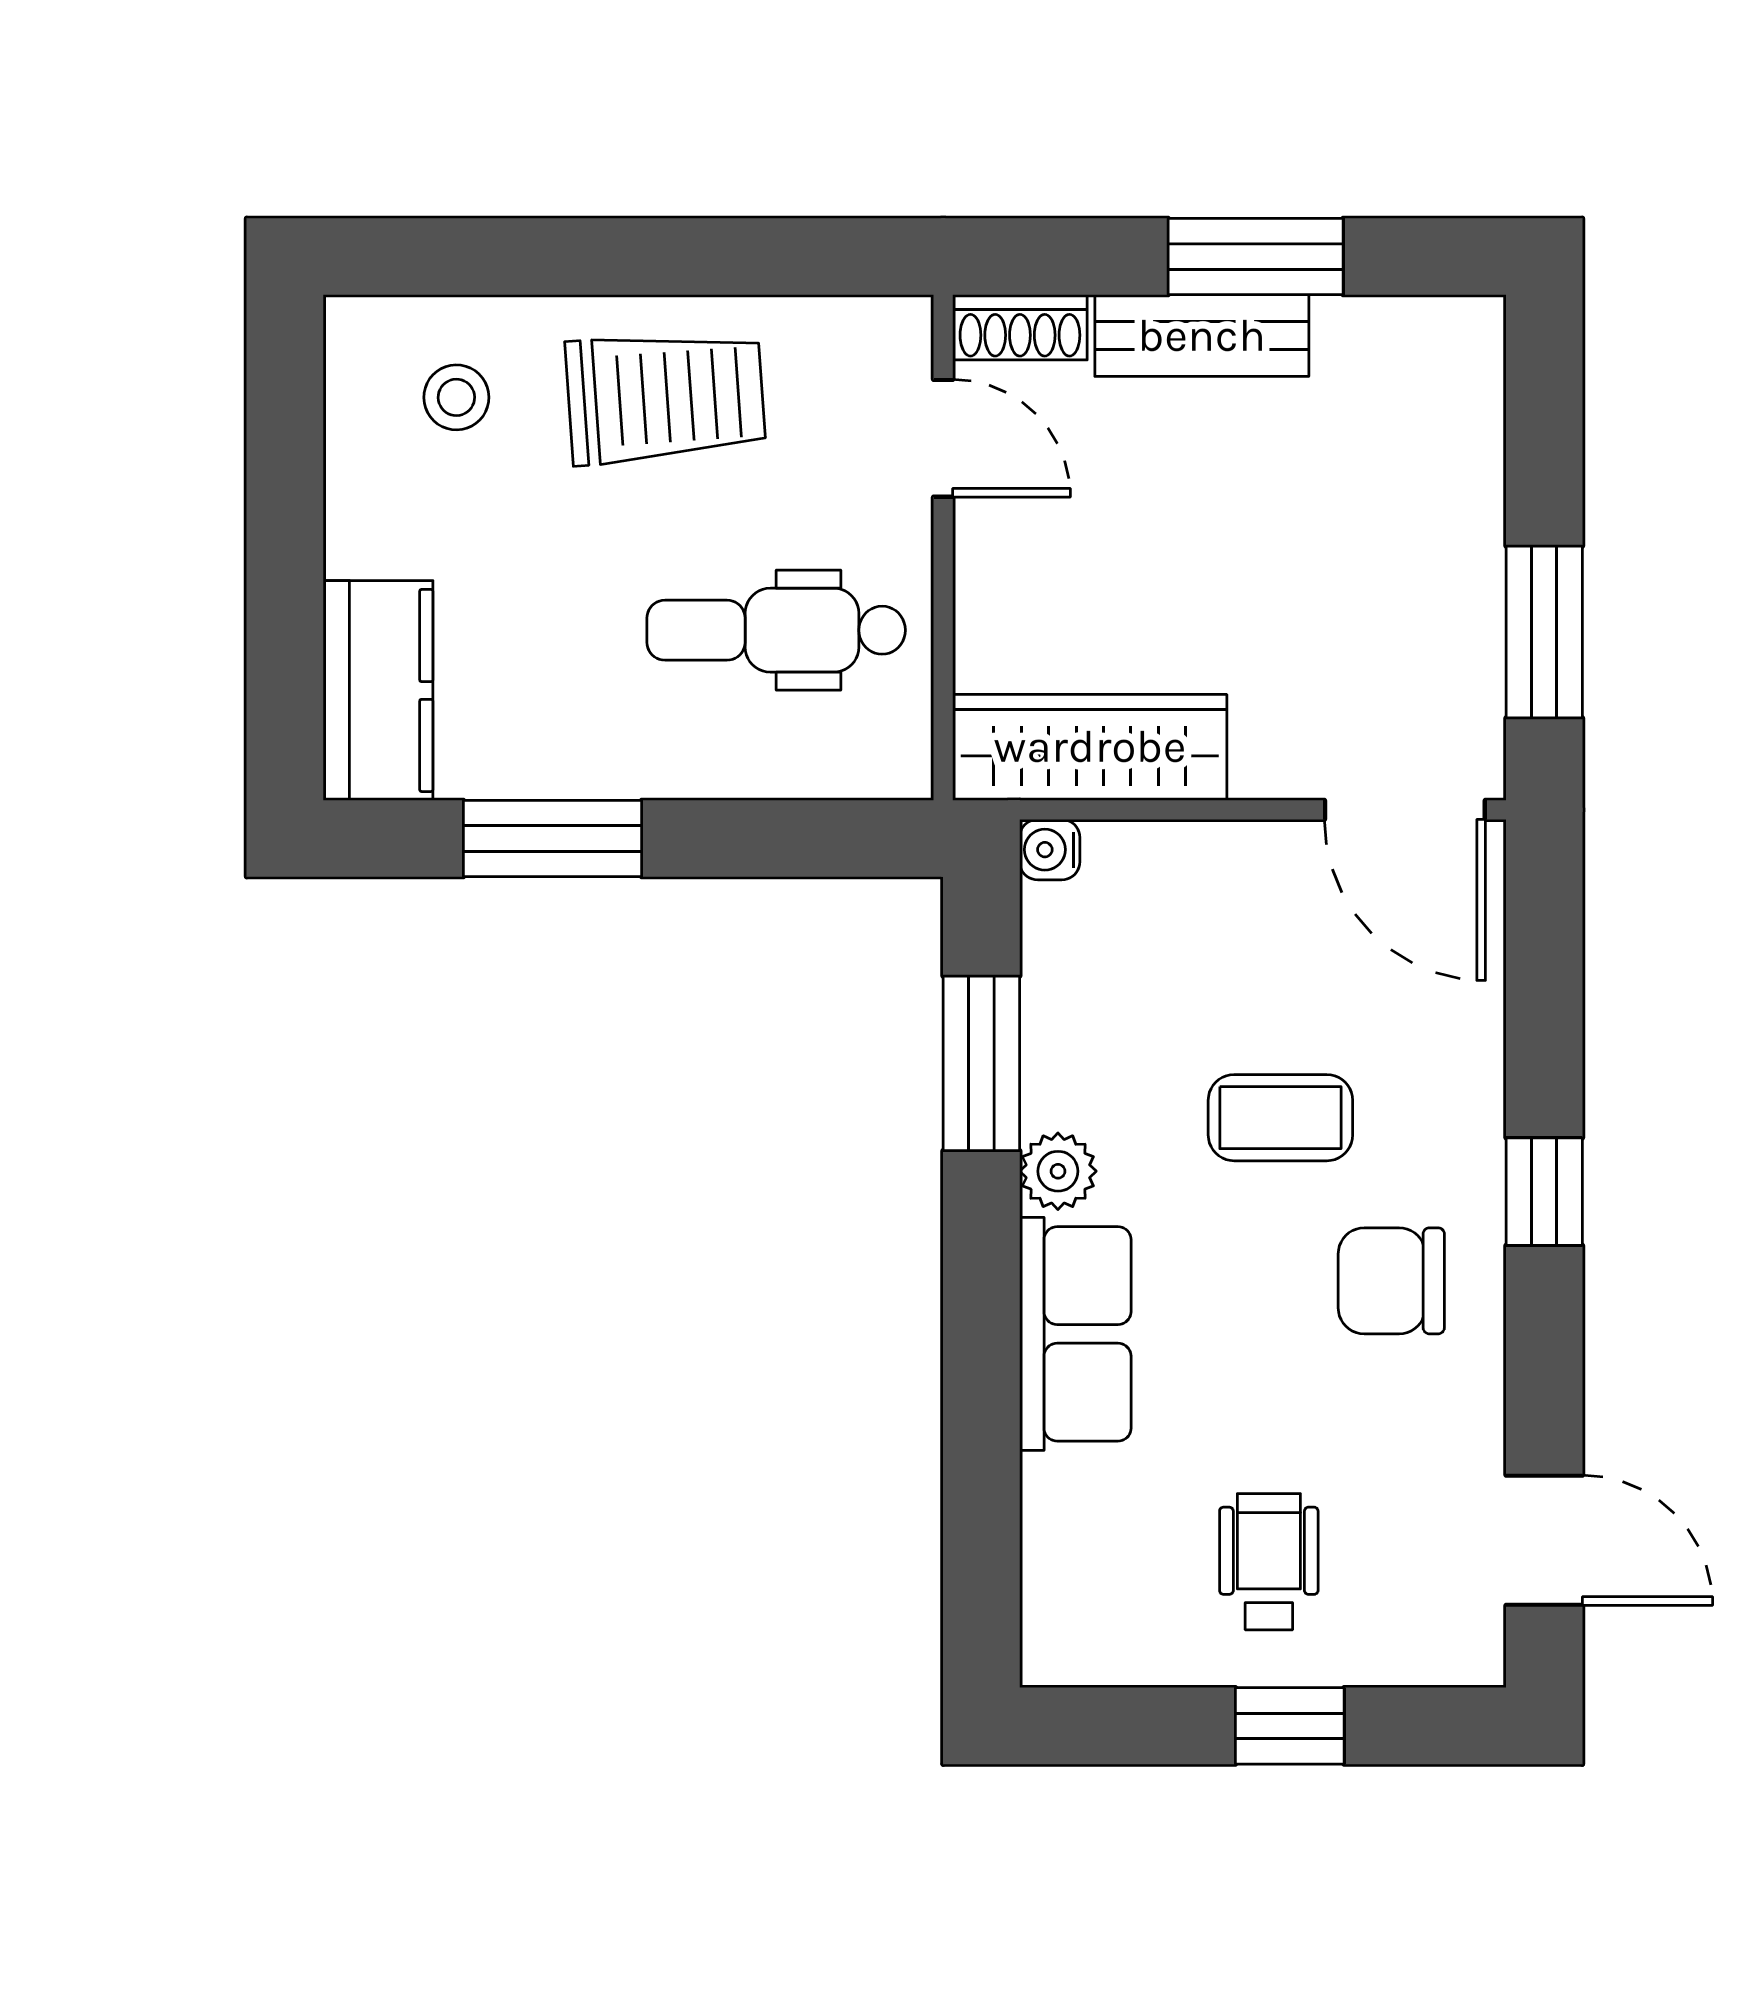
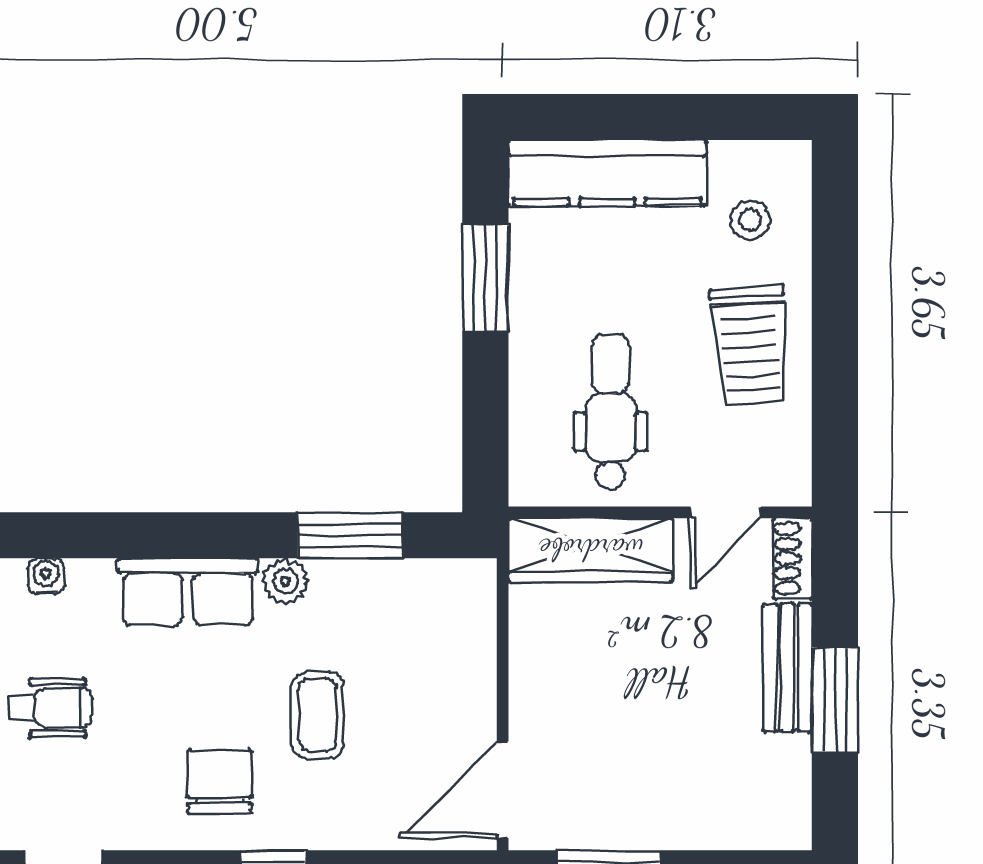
kitchen counter: (378, 690) -> (607, 173), width x1.50
wardrobe: (1090, 747) -> (591, 550), moved, turned 90
water cooler: (1050, 850) -> (46, 576), moved

